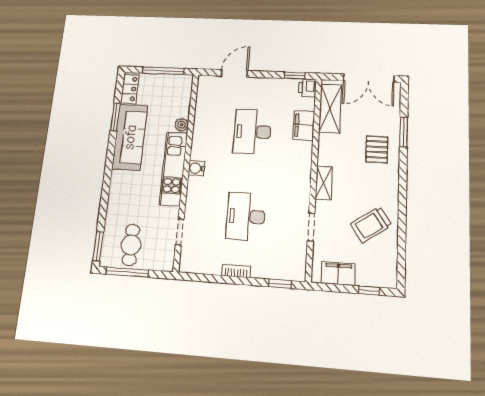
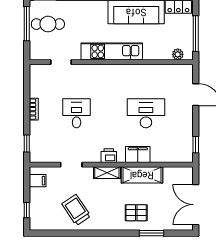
printer: (307, 88) -> (109, 156), moved
shelving: (330, 109) -> (142, 175), moved
plant: (182, 125) -> (178, 54), moved
filing cabinet: (304, 125) -> (138, 154), moved
water cooler: (196, 168) -> (113, 70), removed
desk: (246, 216) -> (77, 113), width x0.73
filing cabinet: (338, 273) -> (38, 181), width x0.50

